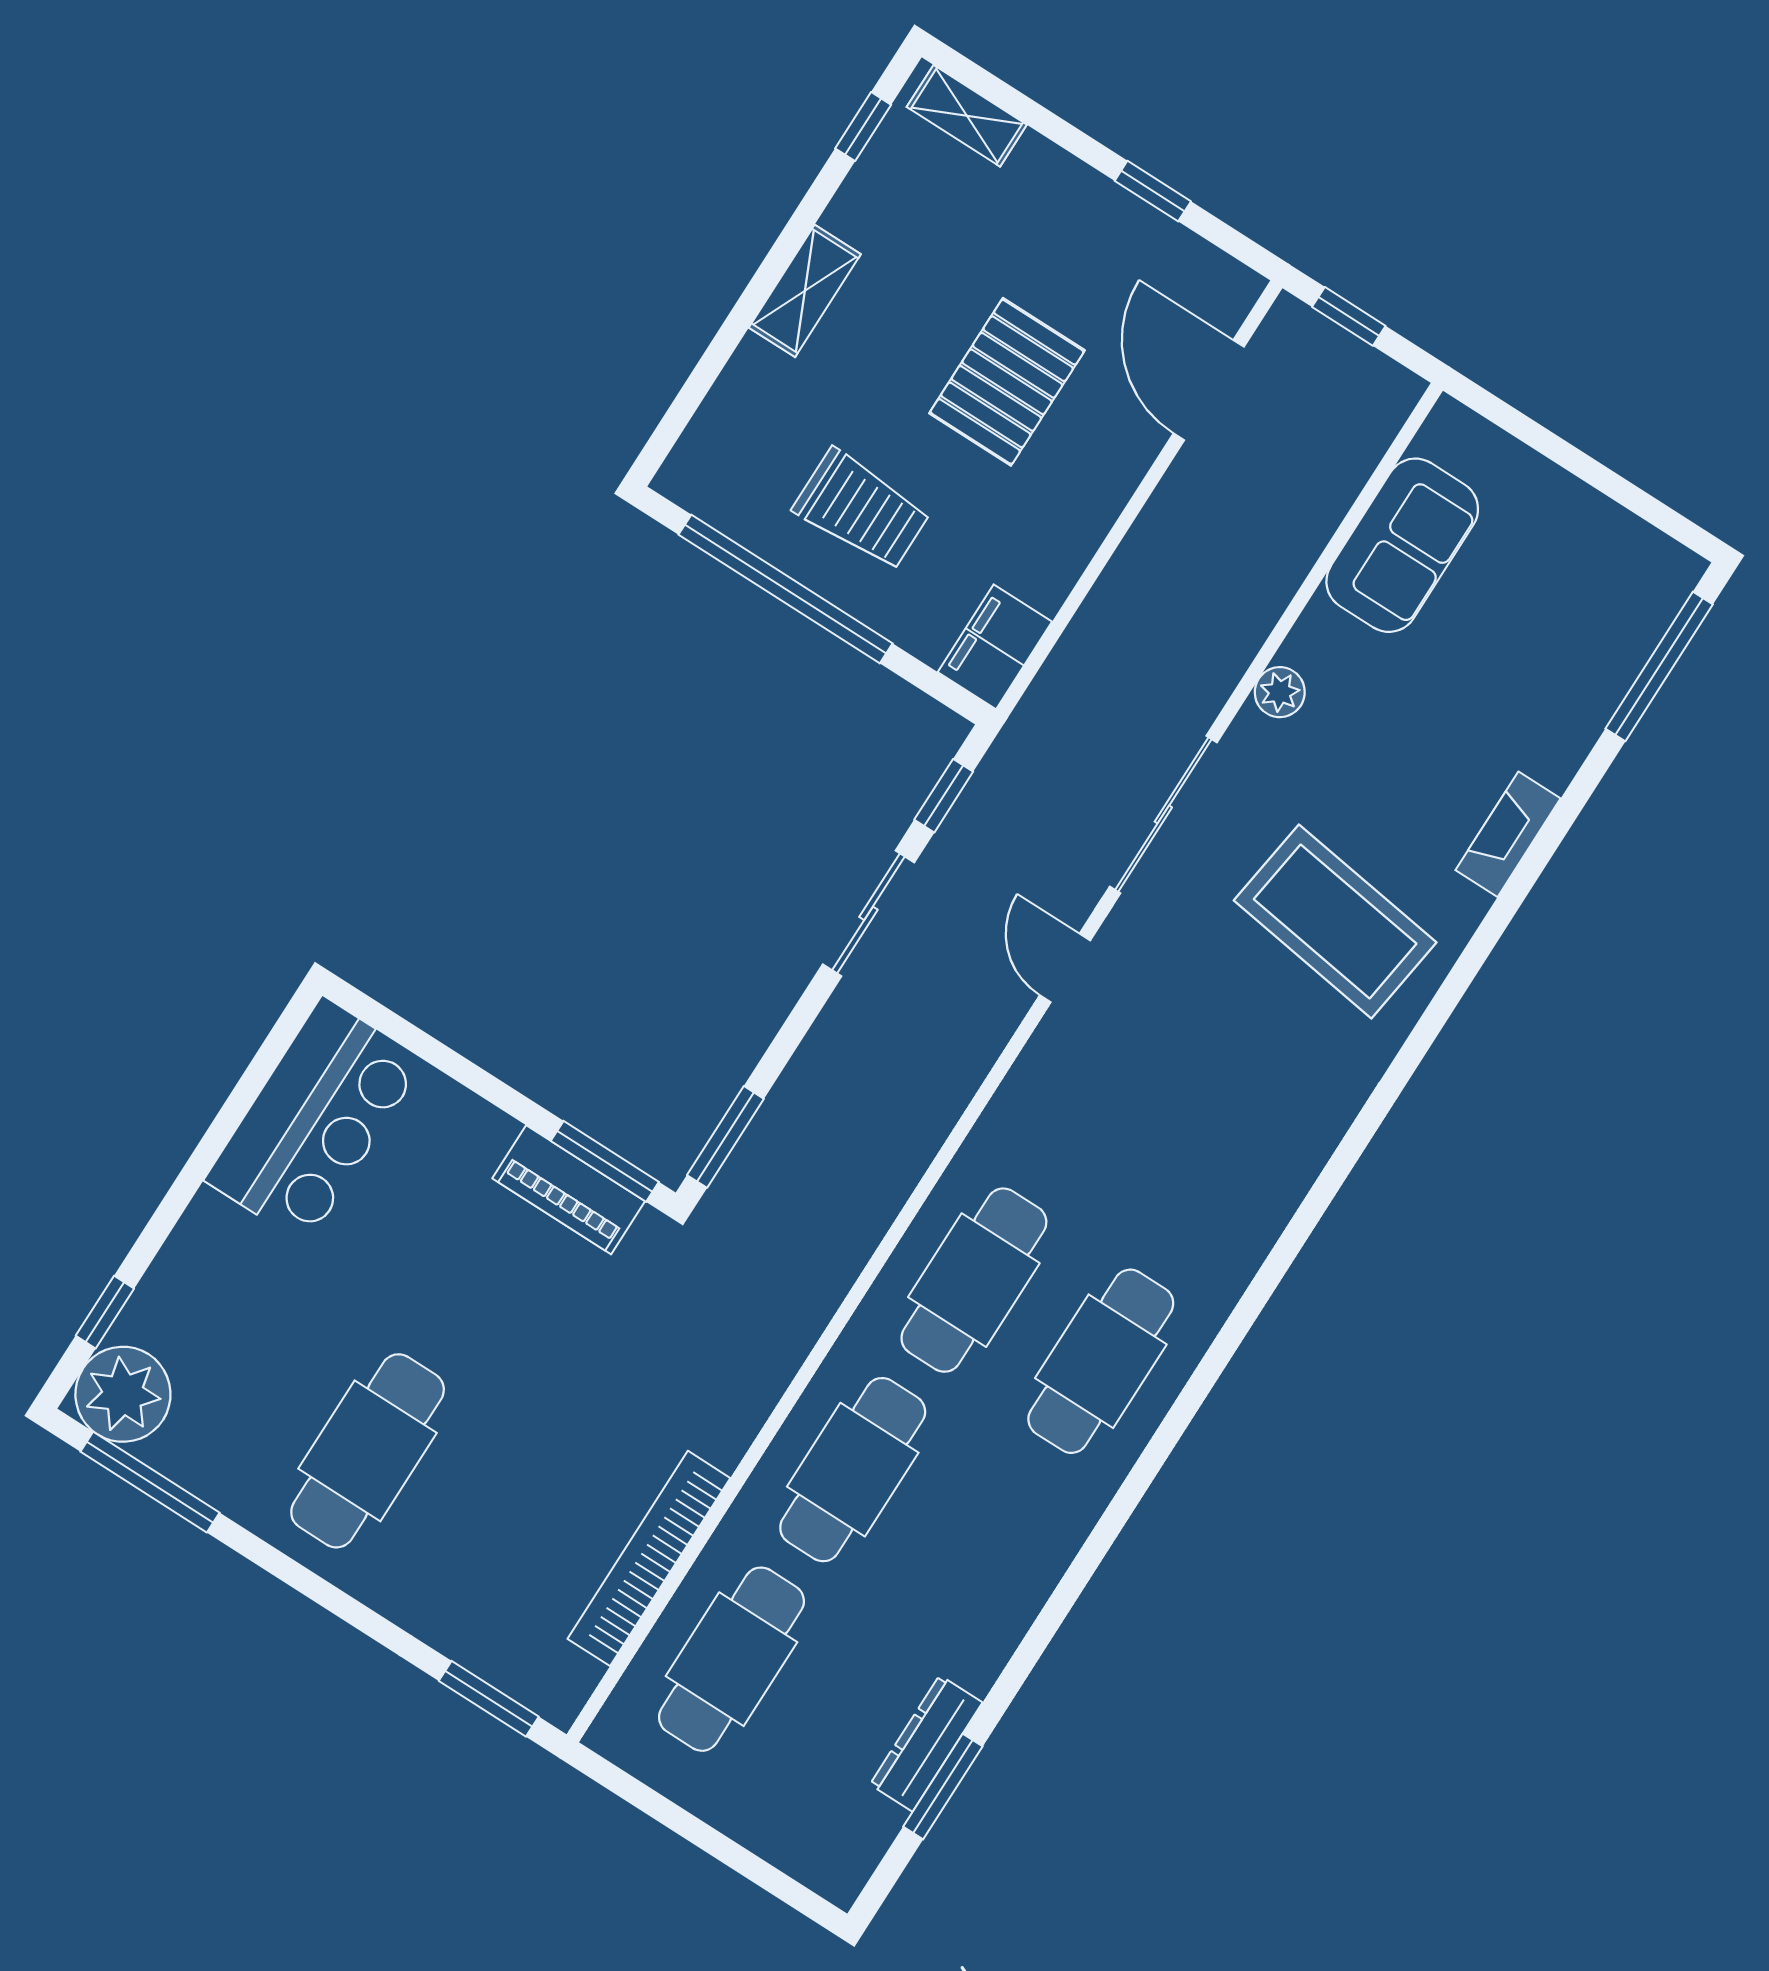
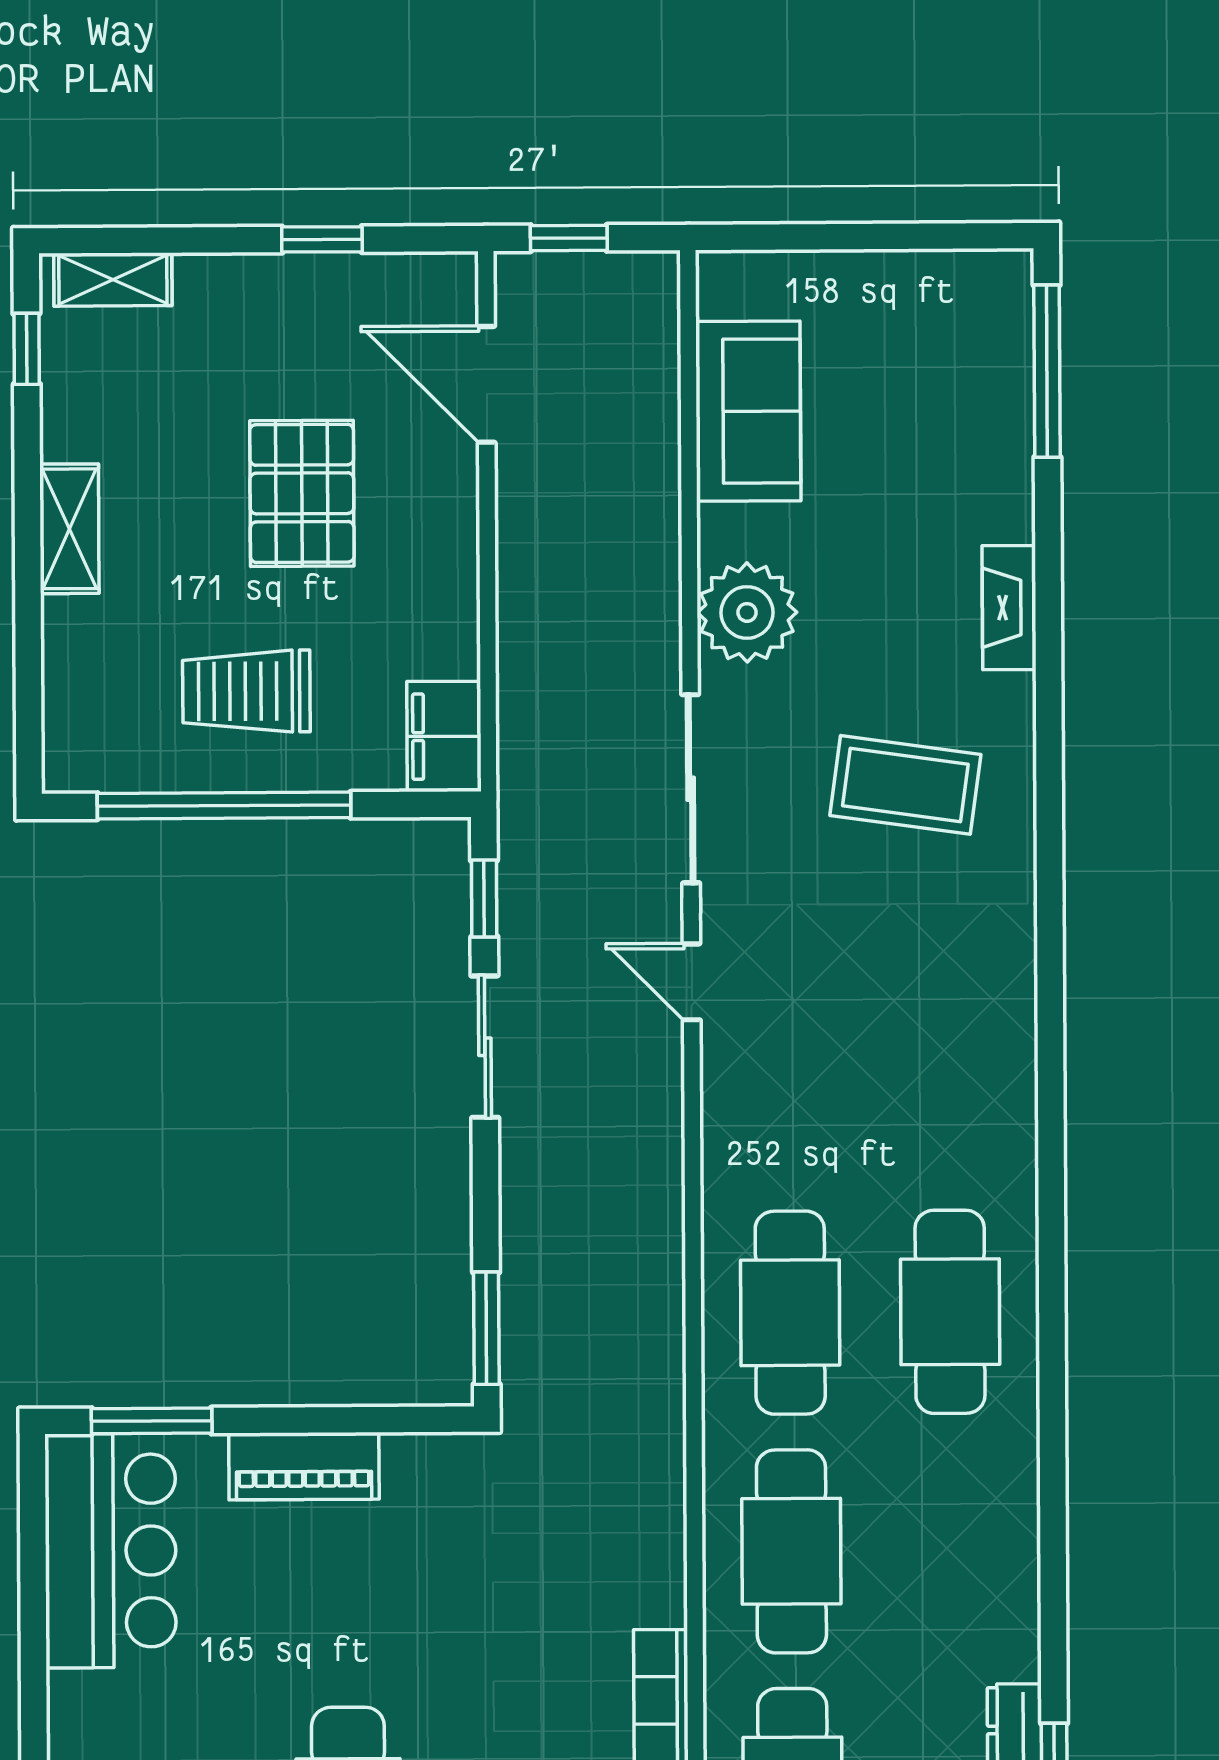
trolley: (862, 510) -> (246, 691), turned 180
plant: (1280, 692) -> (747, 612), width x1.87, depth x1.87
coffee table: (1335, 921) -> (905, 785), width x0.73, depth x0.76
window: (605, 1161) -> (152, 1421), moved
piano: (569, 1190) -> (304, 1466), moved

